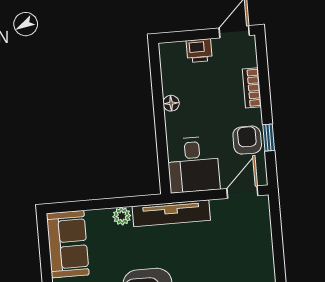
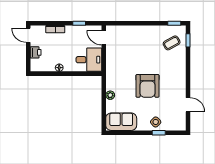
armchair: (247, 140) -> (80, 33), removed
tv unit: (171, 213) -> (111, 72), removed

